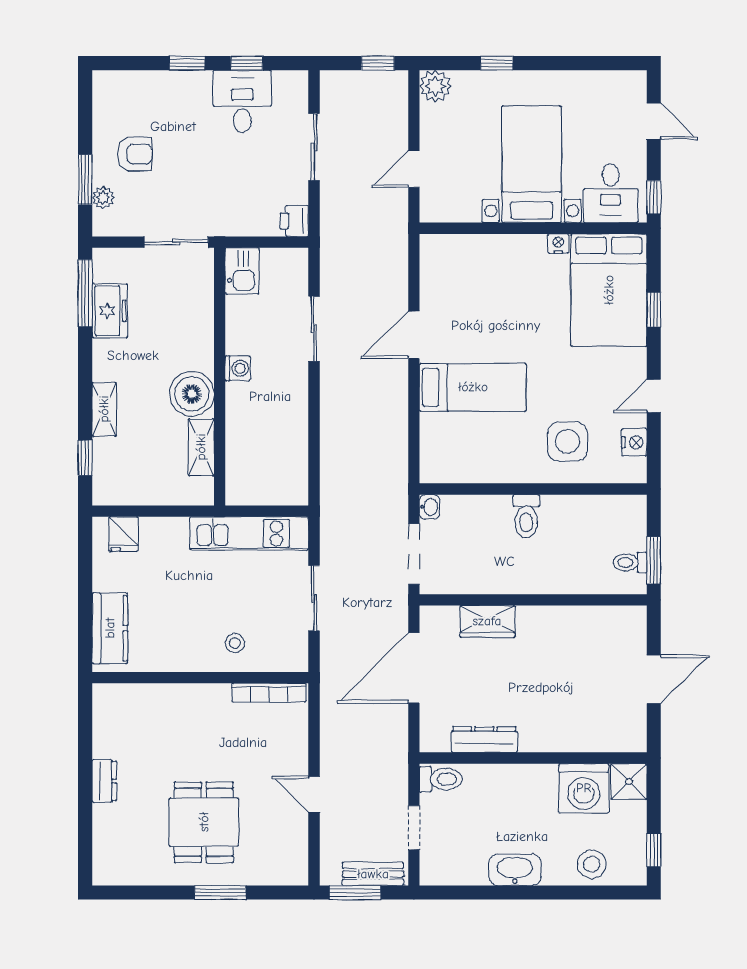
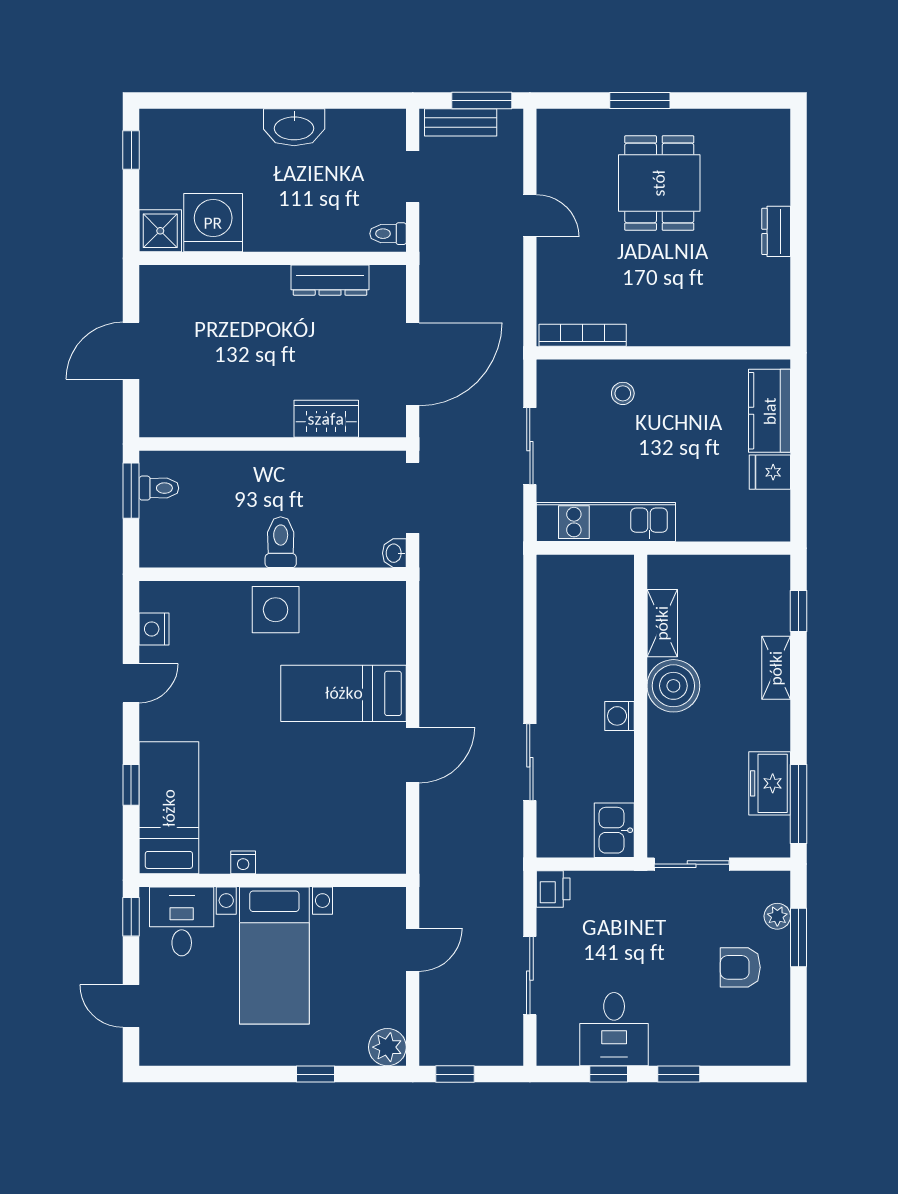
bed: (609, 290) -> (169, 808), width x0.67
side table: (568, 442) -> (276, 610), moved
fridge: (123, 534) -> (770, 472), moved, turned -90
toilet: (441, 779) -> (388, 234), width x0.73, depth x0.72
stool: (592, 864) -> (204, 134), removed

